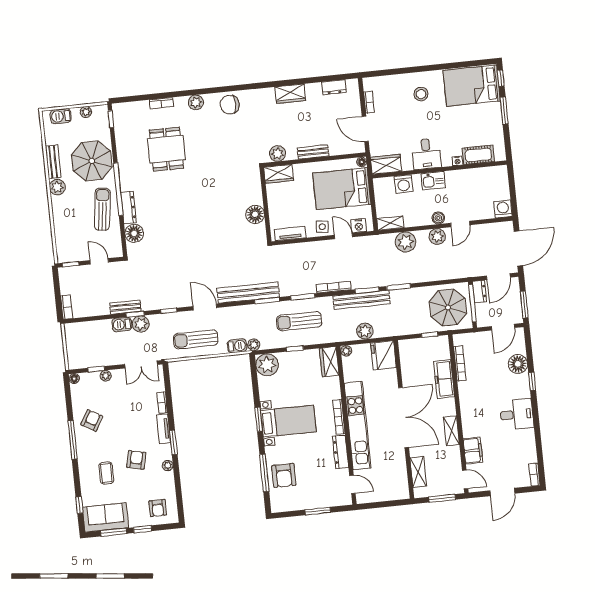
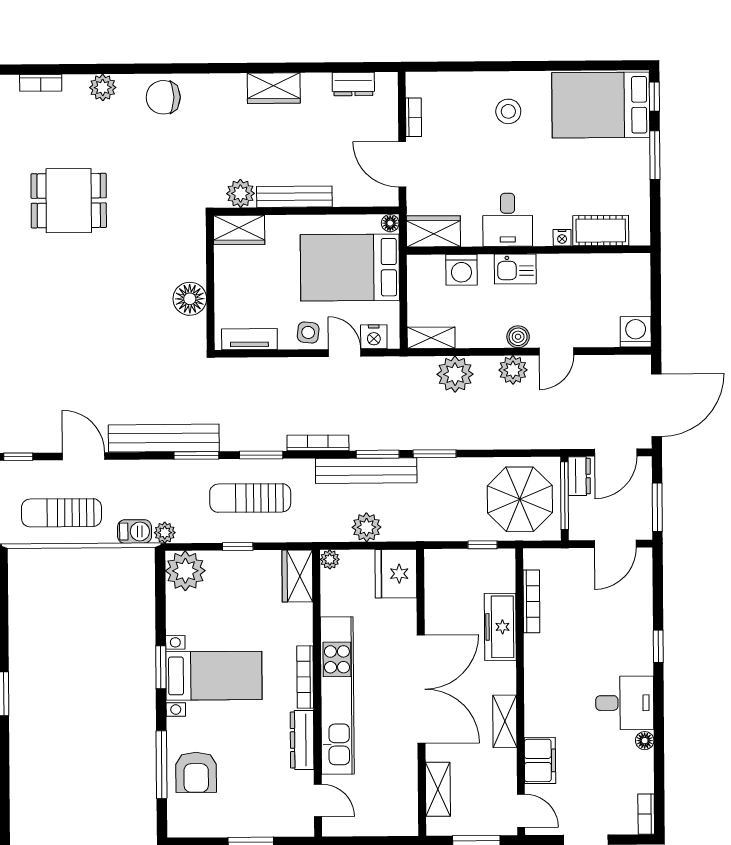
dining table: (166, 149) -> (69, 201), moved, turned 90
bench: (313, 152) -> (294, 197), width x1.36
floor lamp: (518, 364) -> (645, 741), moved, width x0.53, depth x0.53

